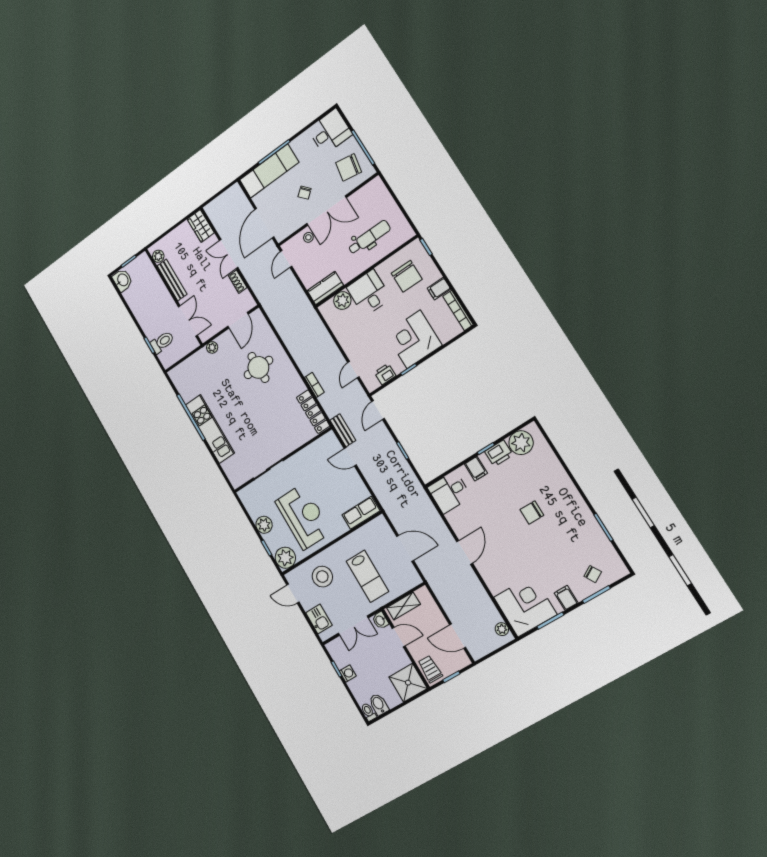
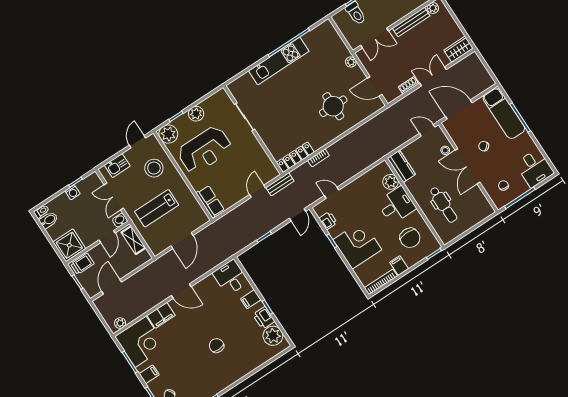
chair: (349, 167) -> (503, 185), width x0.54, depth x0.54
chair: (407, 276) -> (410, 238), turned -90
door: (378, 410) -> (298, 215), swing flipped
filing cabinet: (493, 579) -> (161, 315), added

